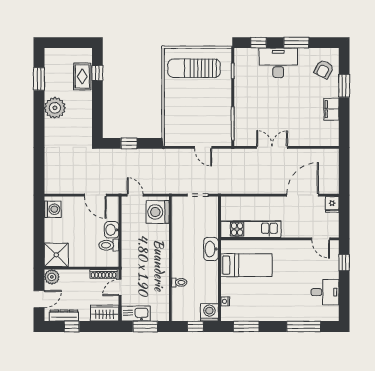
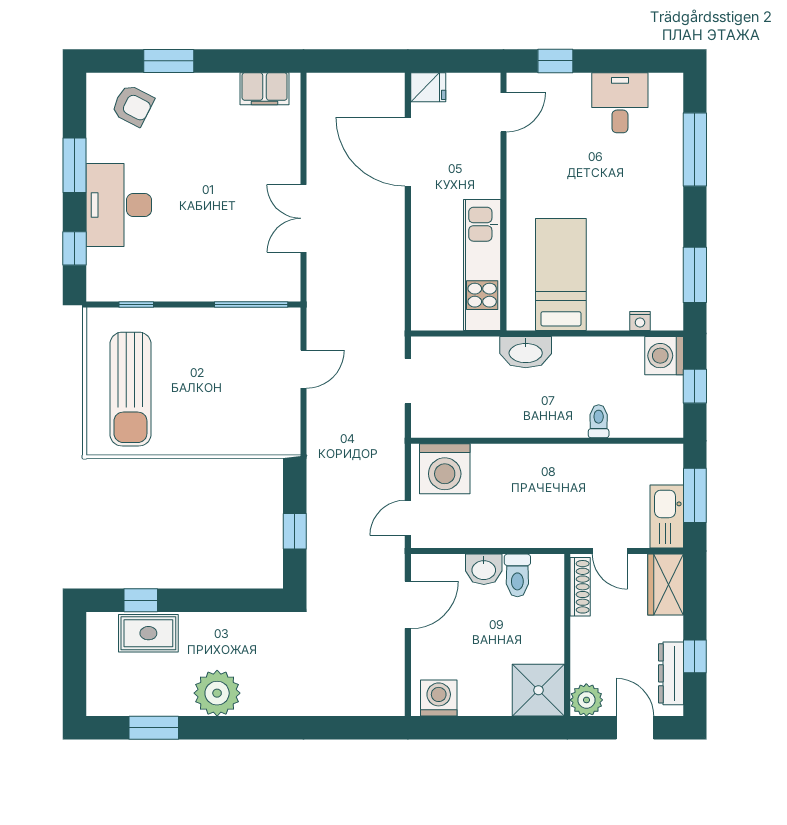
filing cabinet: (331, 109) -> (265, 89), moved

